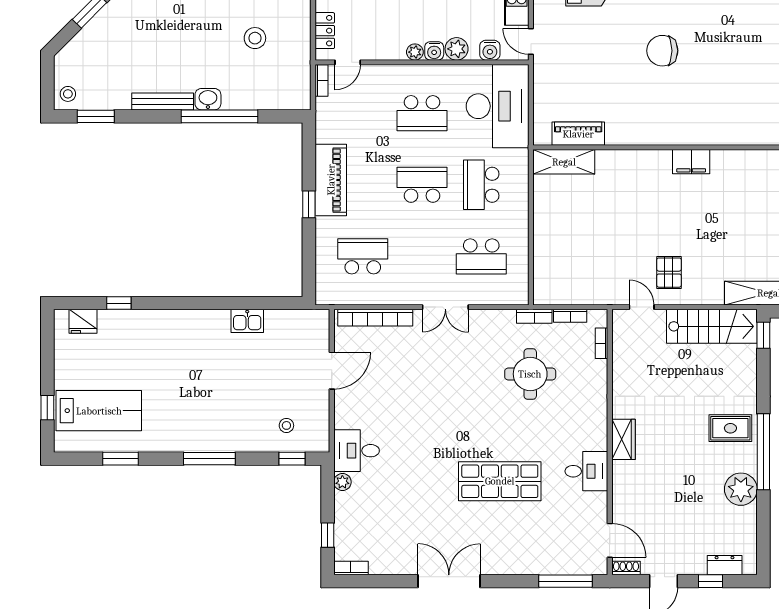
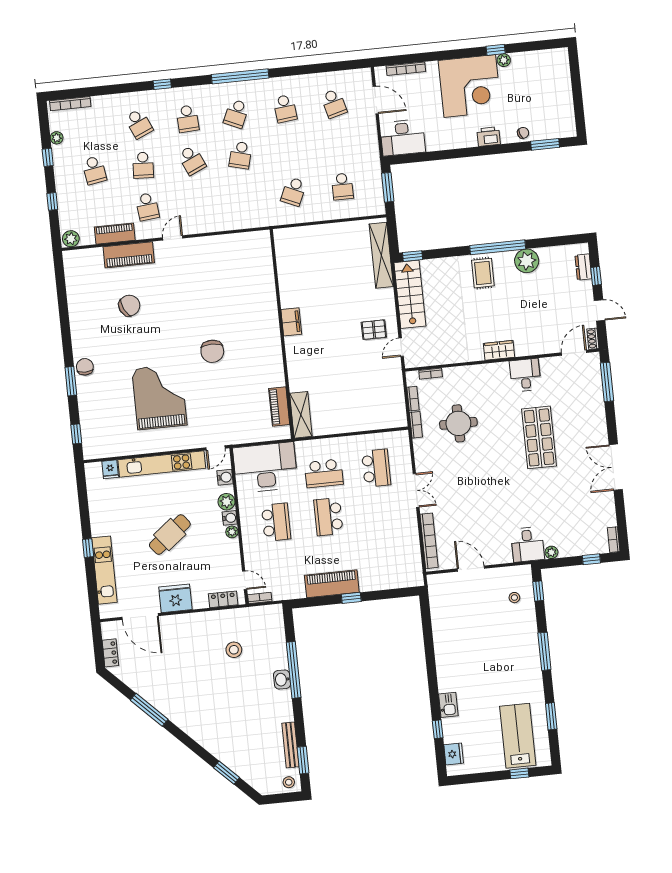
bench: (163, 101) -> (290, 745), moved
school desk: (363, 256) -> (385, 555), removed
kitchen sink: (247, 321) -> (448, 705), moved

